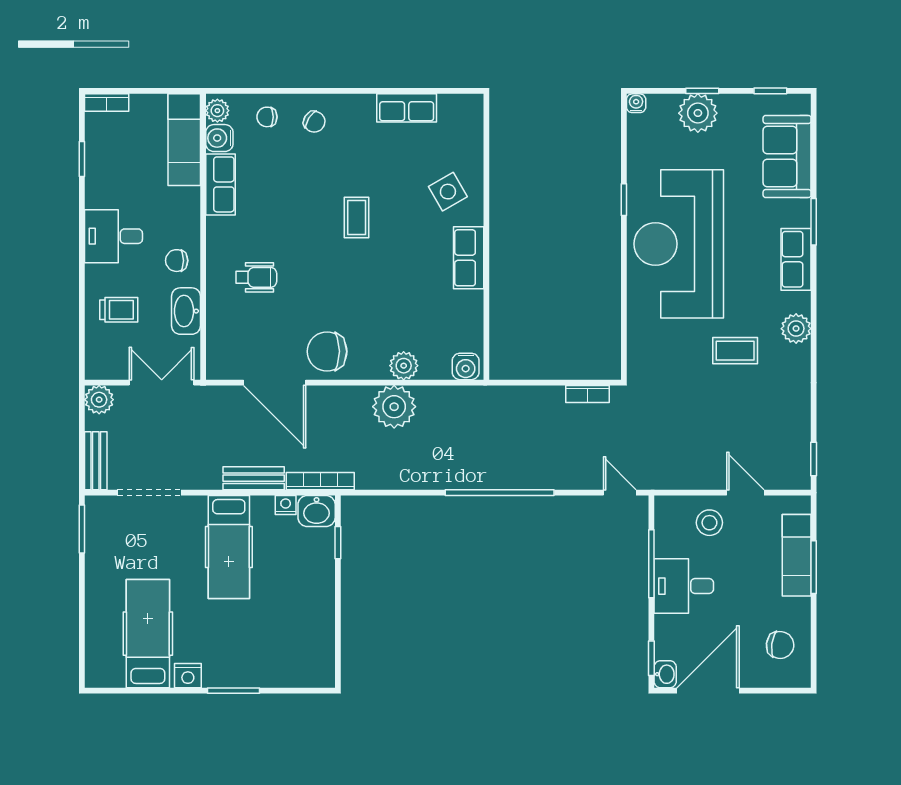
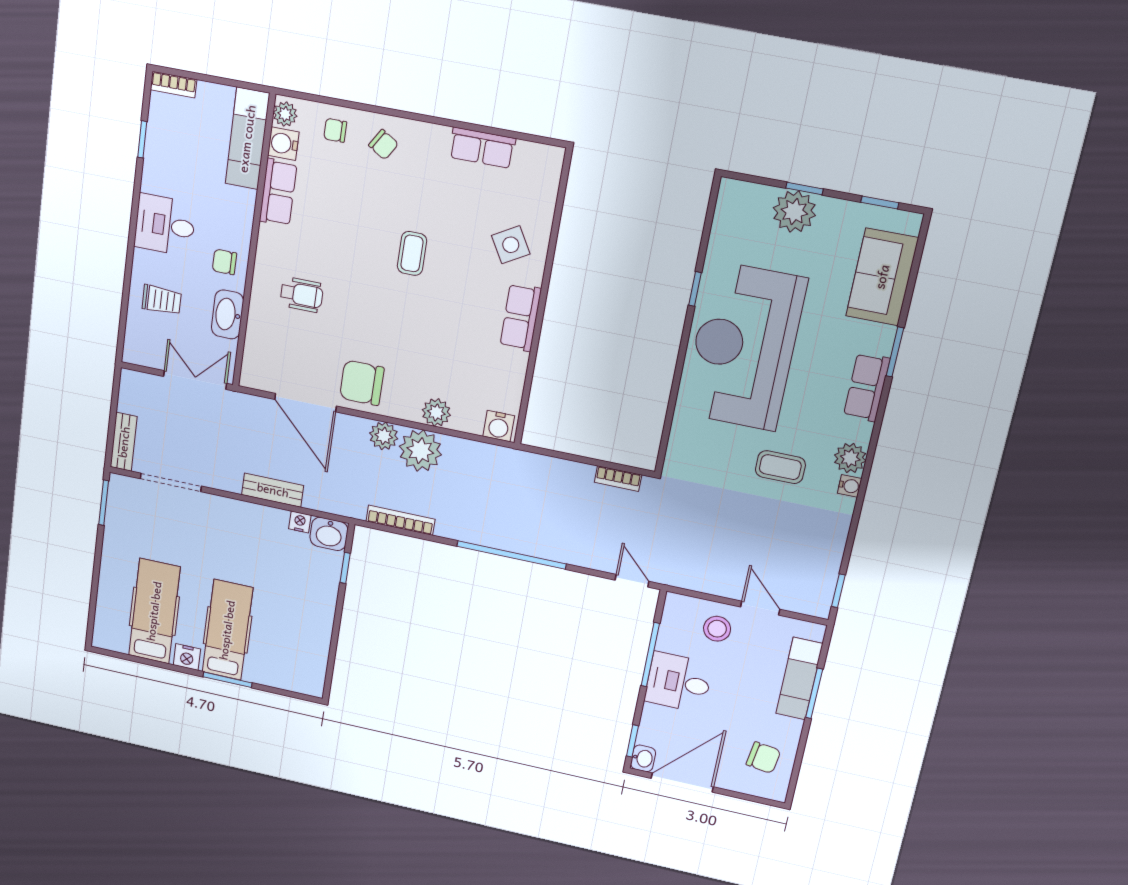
water cooler: (636, 103) -> (850, 486), moved, turned 90
plant: (99, 400) -> (384, 436), moved
bookcase: (320, 481) -> (400, 520), moved
hospital bed: (229, 547) -> (227, 630), moved, turned 180

